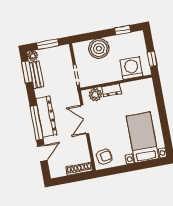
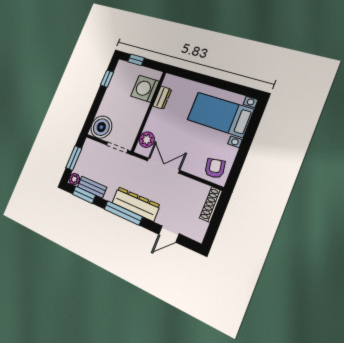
boiler: (99, 49) -> (101, 127), moved
window: (152, 59) -> (136, 60), moved
dresser: (112, 90) -> (162, 98), moved
double door: (85, 119) -> (163, 165), swing flipped
window: (37, 123) -> (123, 213), moved
door: (42, 153) -> (169, 234), swing flipped

